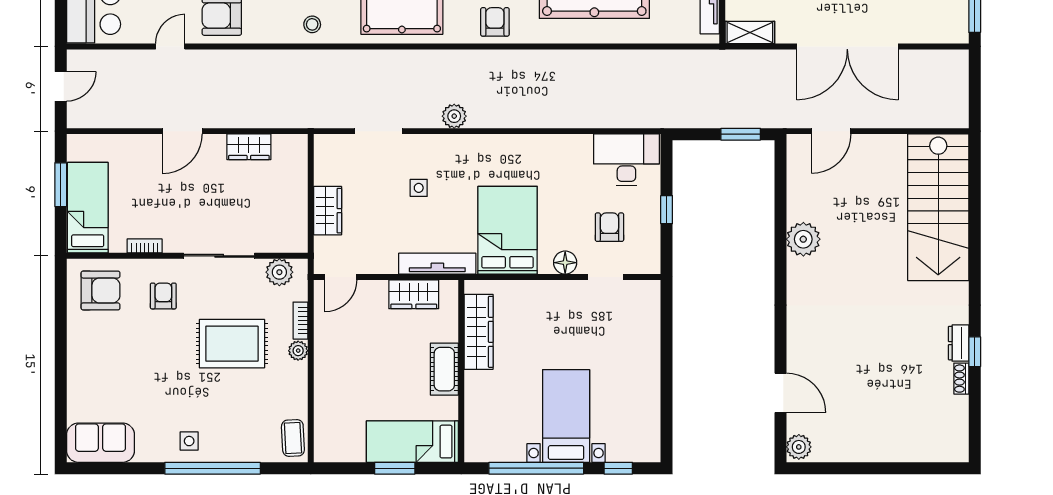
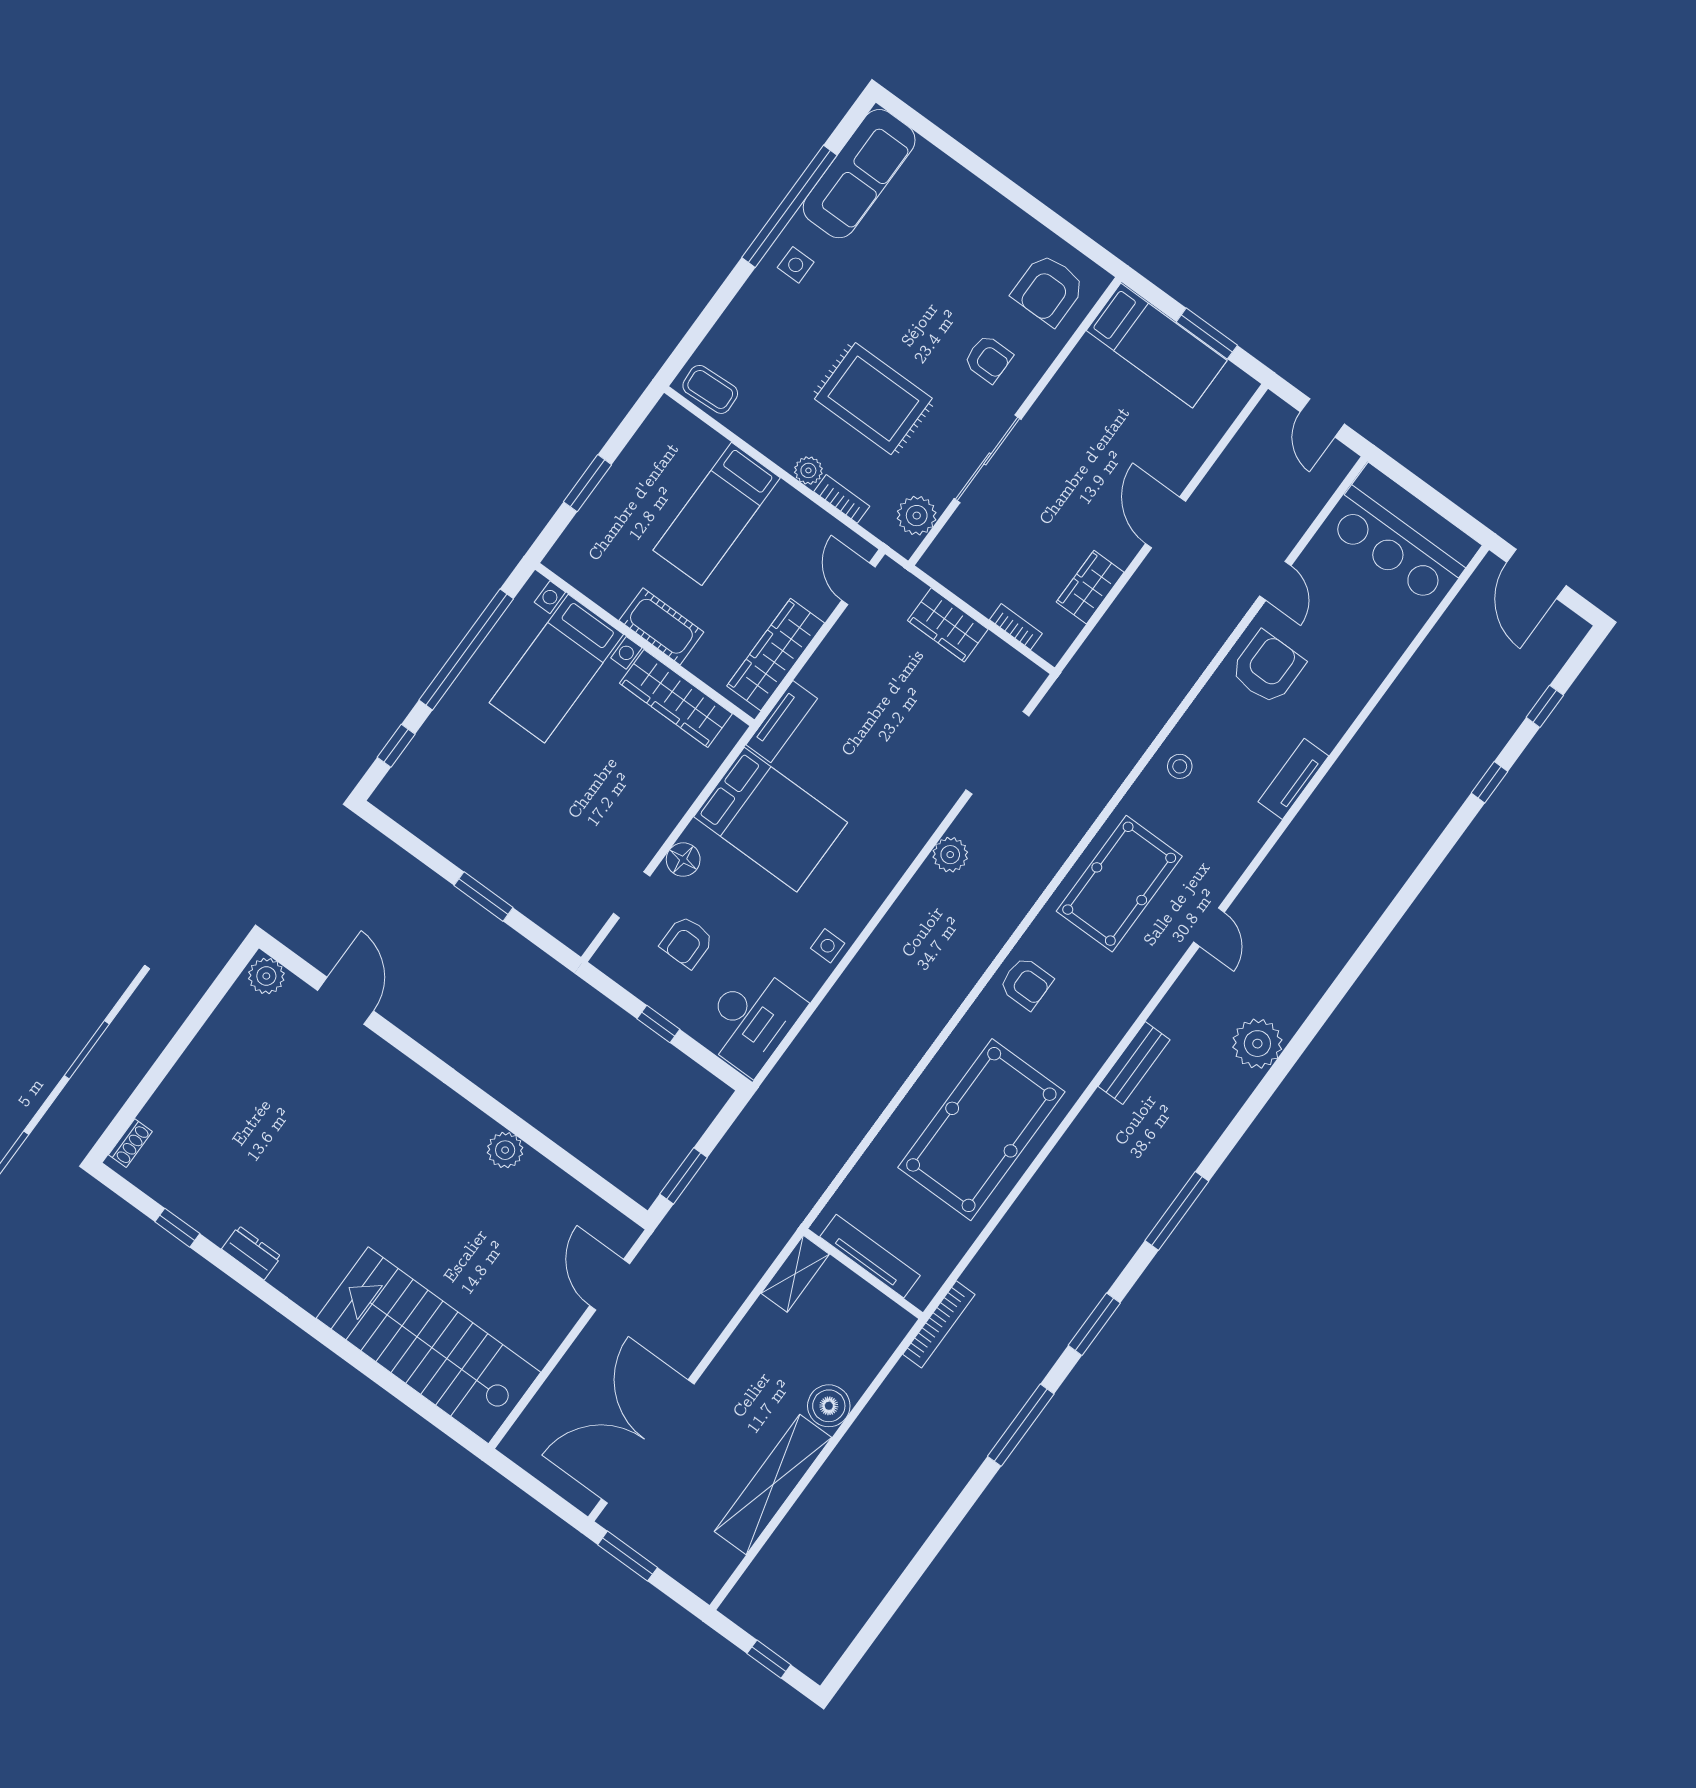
double door: (847, 46) -> (648, 1441), moved
doorway: (379, 131) -> (997, 753), width x1.36
side table: (419, 188) -> (828, 946), moved
armchair: (609, 227) -> (687, 942), turned 90
plant: (803, 239) -> (505, 1150), width x0.73, depth x0.73
bookcase: (145, 246) -> (1016, 627), moved, turned -90
tv unit: (437, 264) -> (782, 722), width x0.71
wardrobe: (414, 294) -> (776, 655), width x1.50
rug: (232, 344) -> (873, 399), turned 90
window: (975, 352) -> (177, 1228), moved
window: (667, 359) -> (483, 896), added
shoe rack: (961, 379) -> (130, 1143), moved, turned 90
door: (780, 393) -> (346, 1001), swing flipped
bed with nightstands: (566, 416) -> (556, 669), moved, turned 90
bed: (412, 442) -> (717, 514), moved, turned 180
sofa: (101, 443) -> (859, 174), width x1.36
window: (213, 468) -> (789, 206), moved

